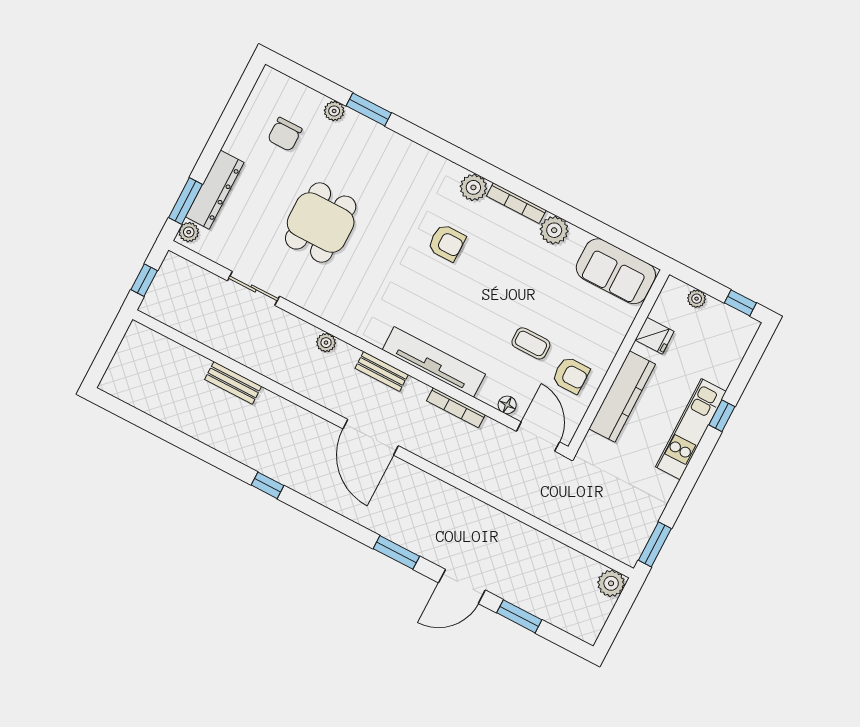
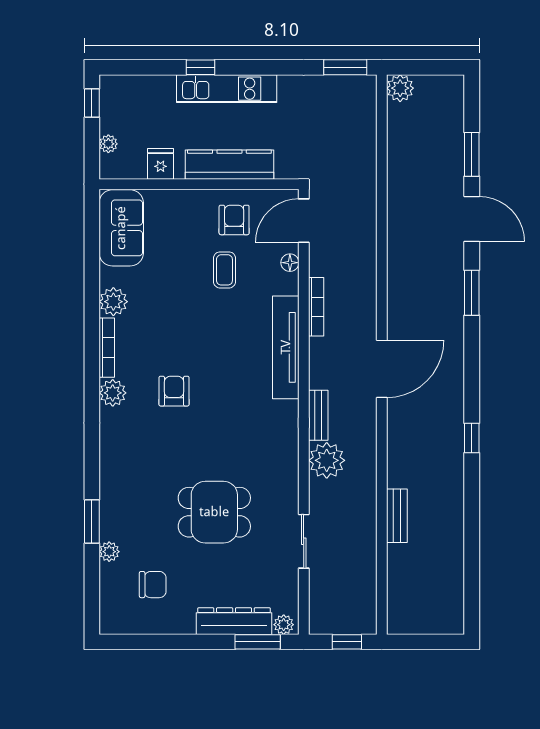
plant: (326, 343) -> (327, 460), width x1.88, depth x1.88
bench: (382, 371) -> (318, 415), moved

